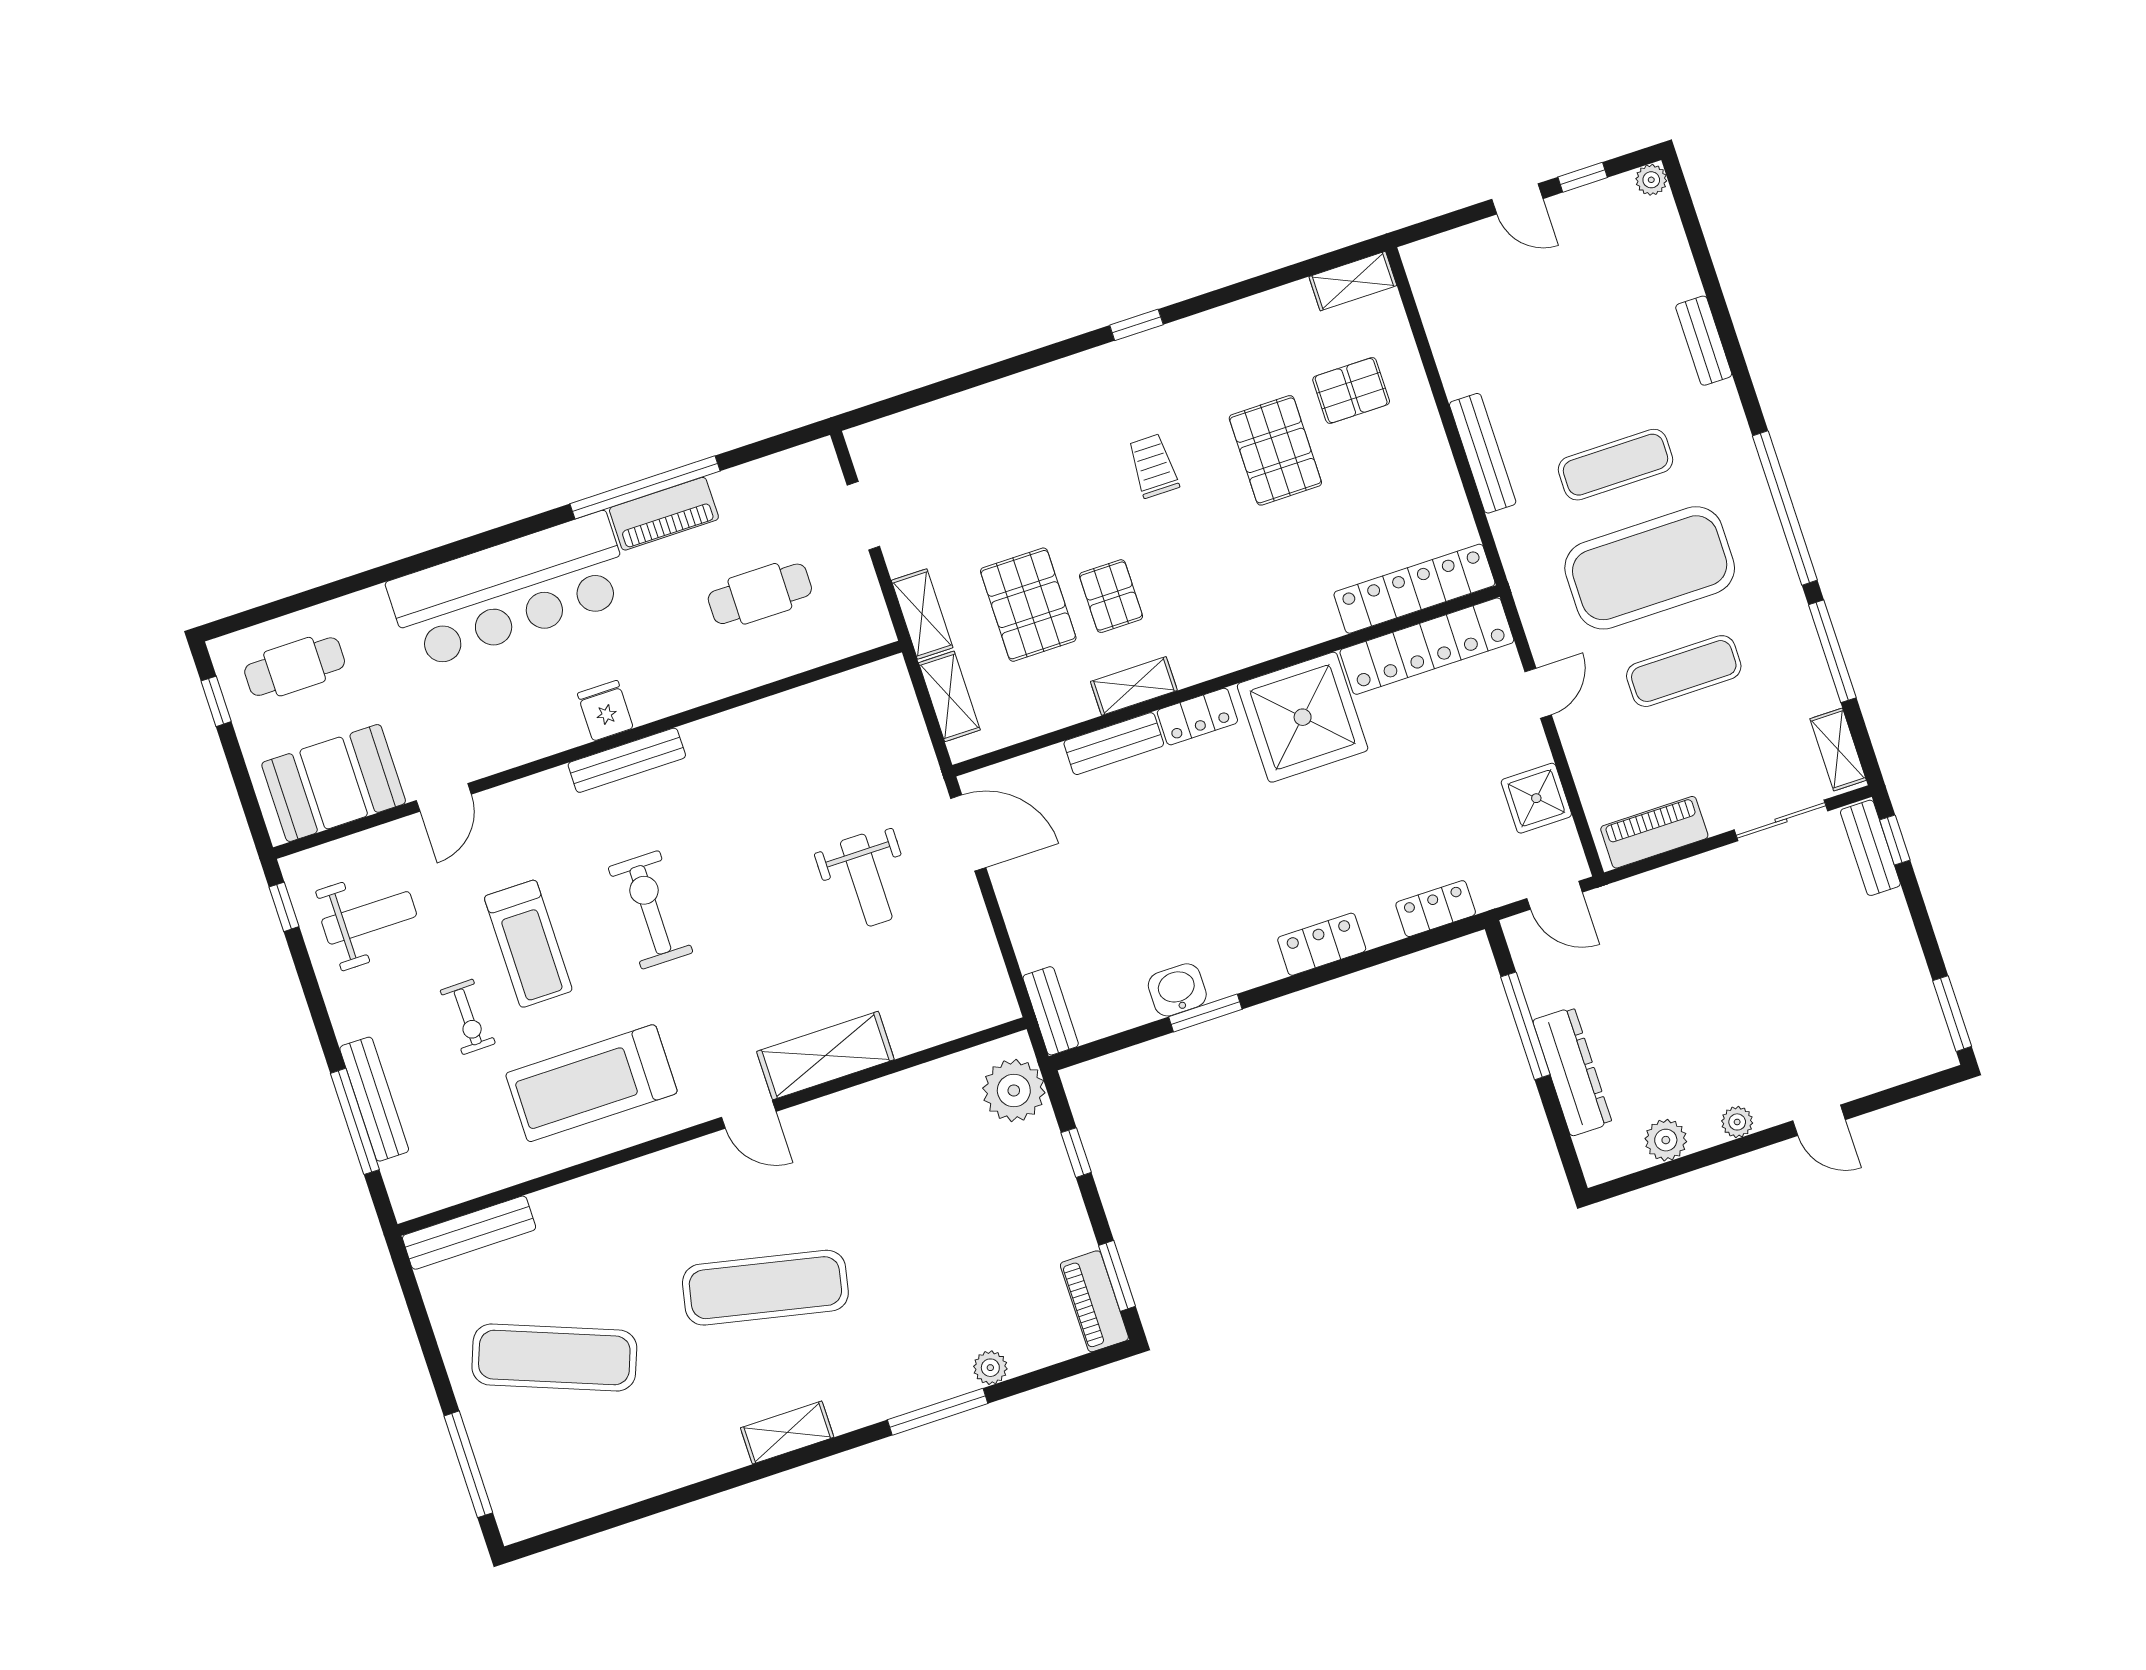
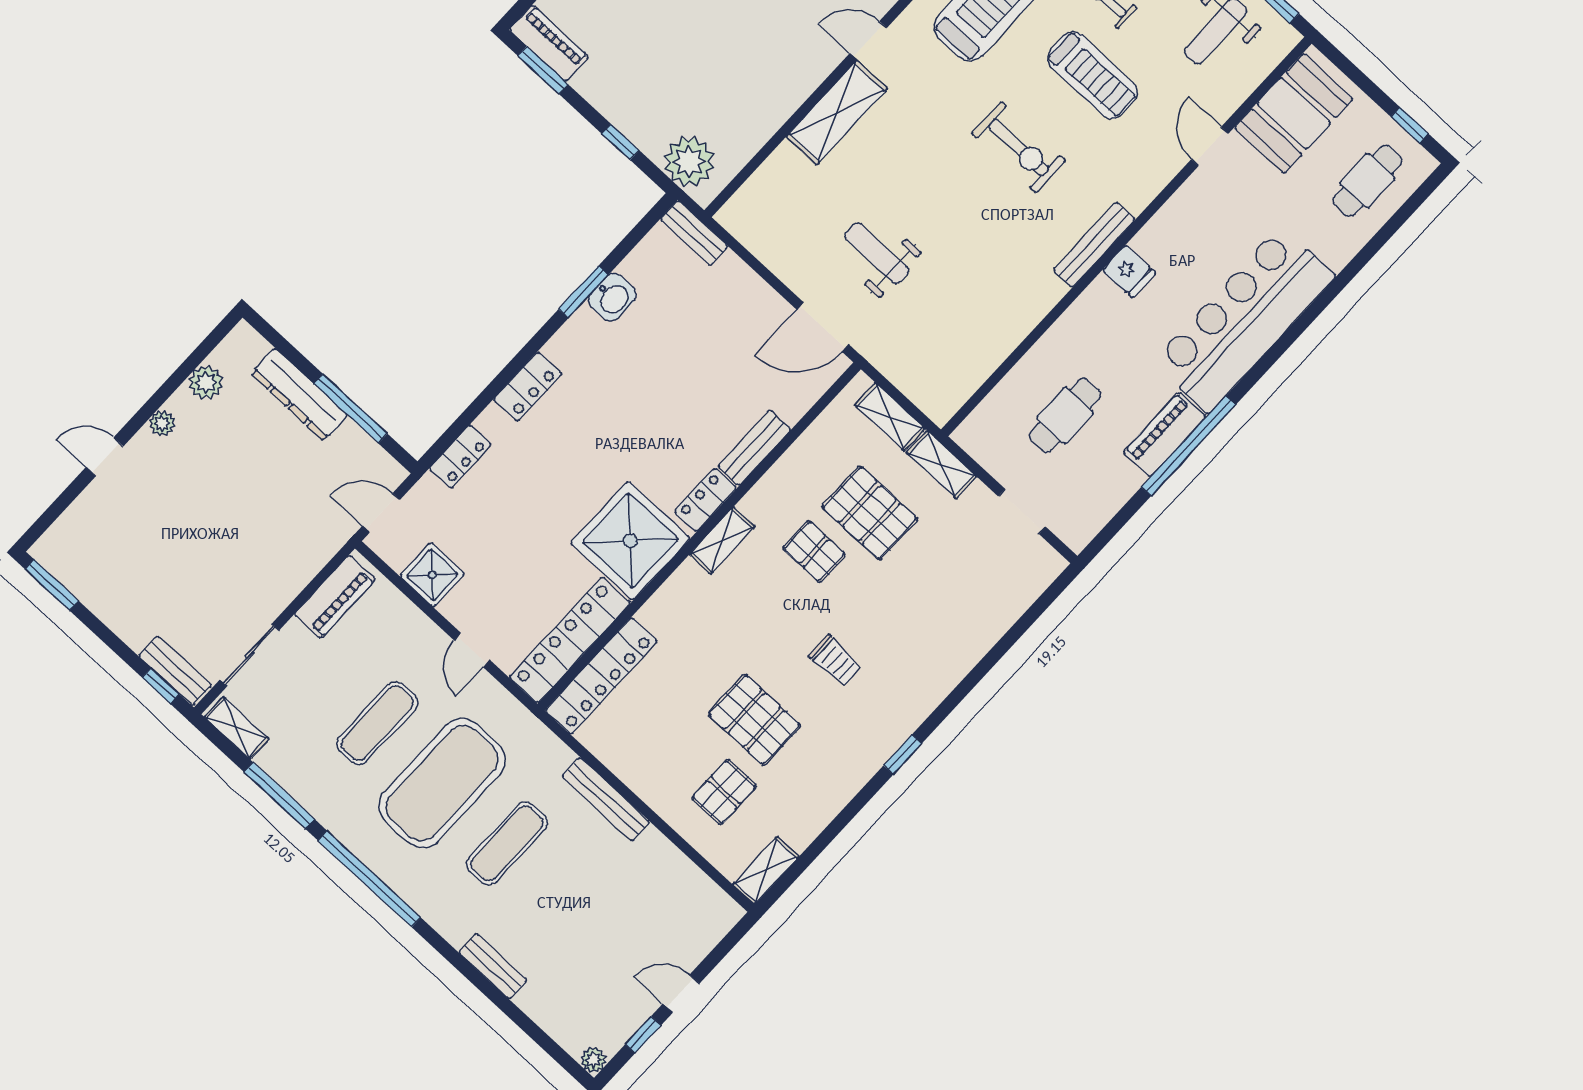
shelving: (1134, 686) -> (722, 540), moved
treadmill: (528, 944) -> (1092, 75), turned 180

